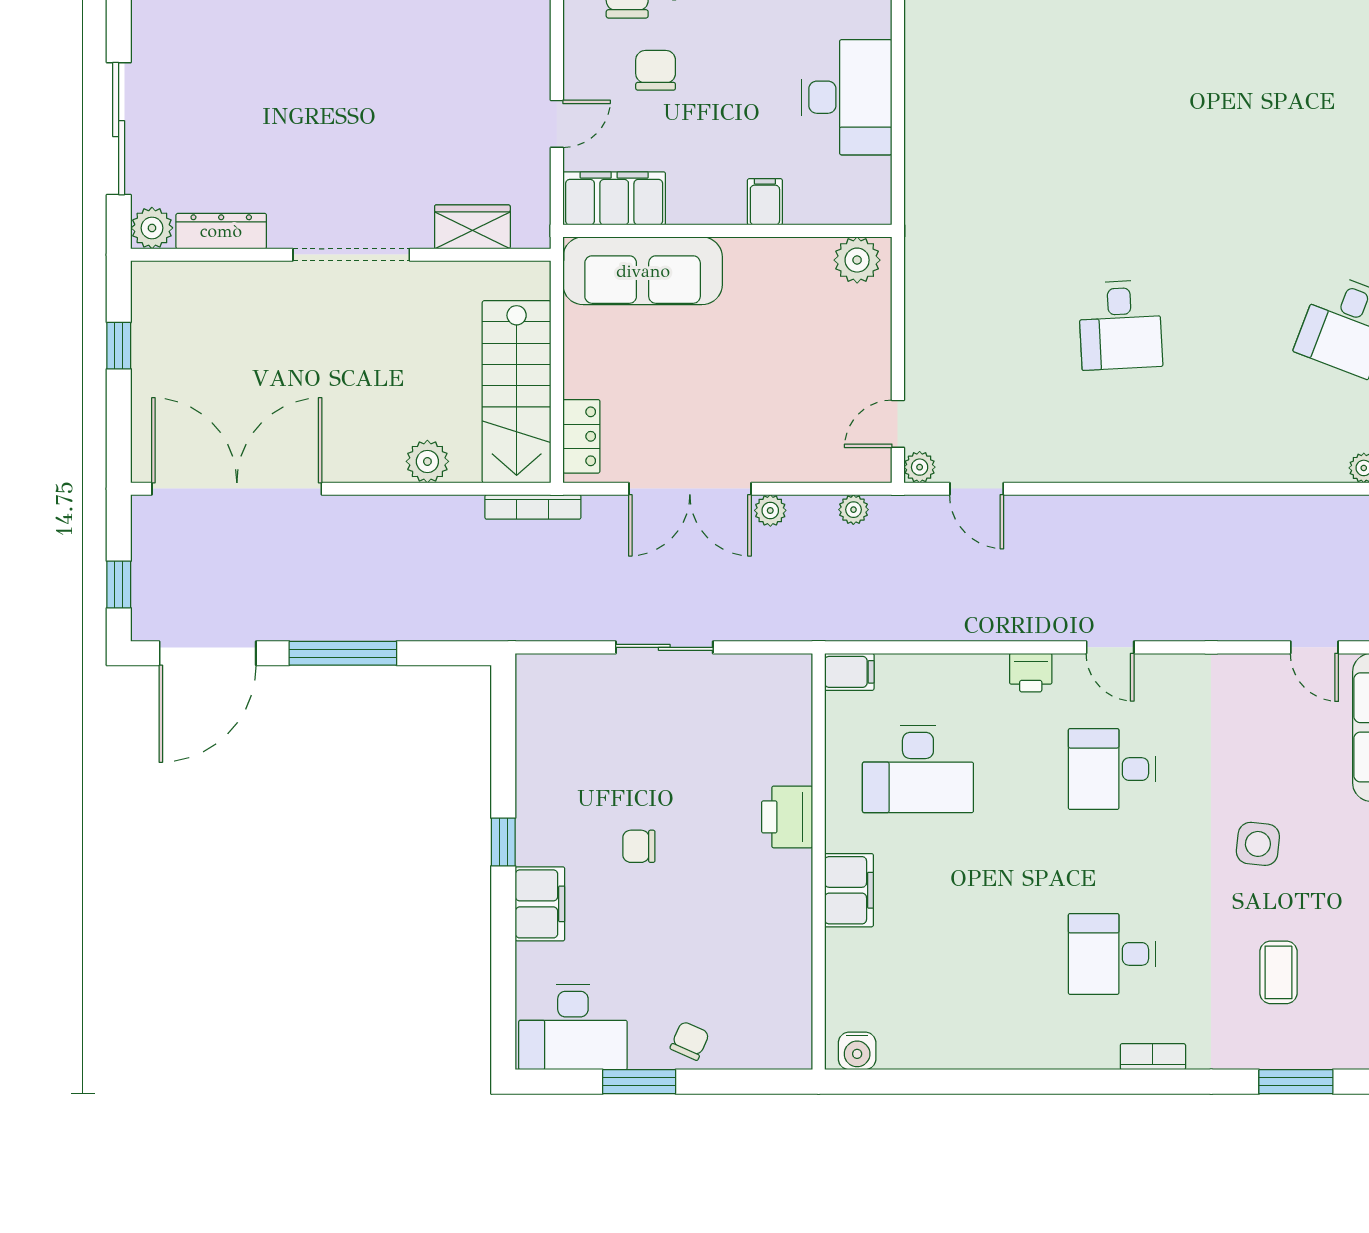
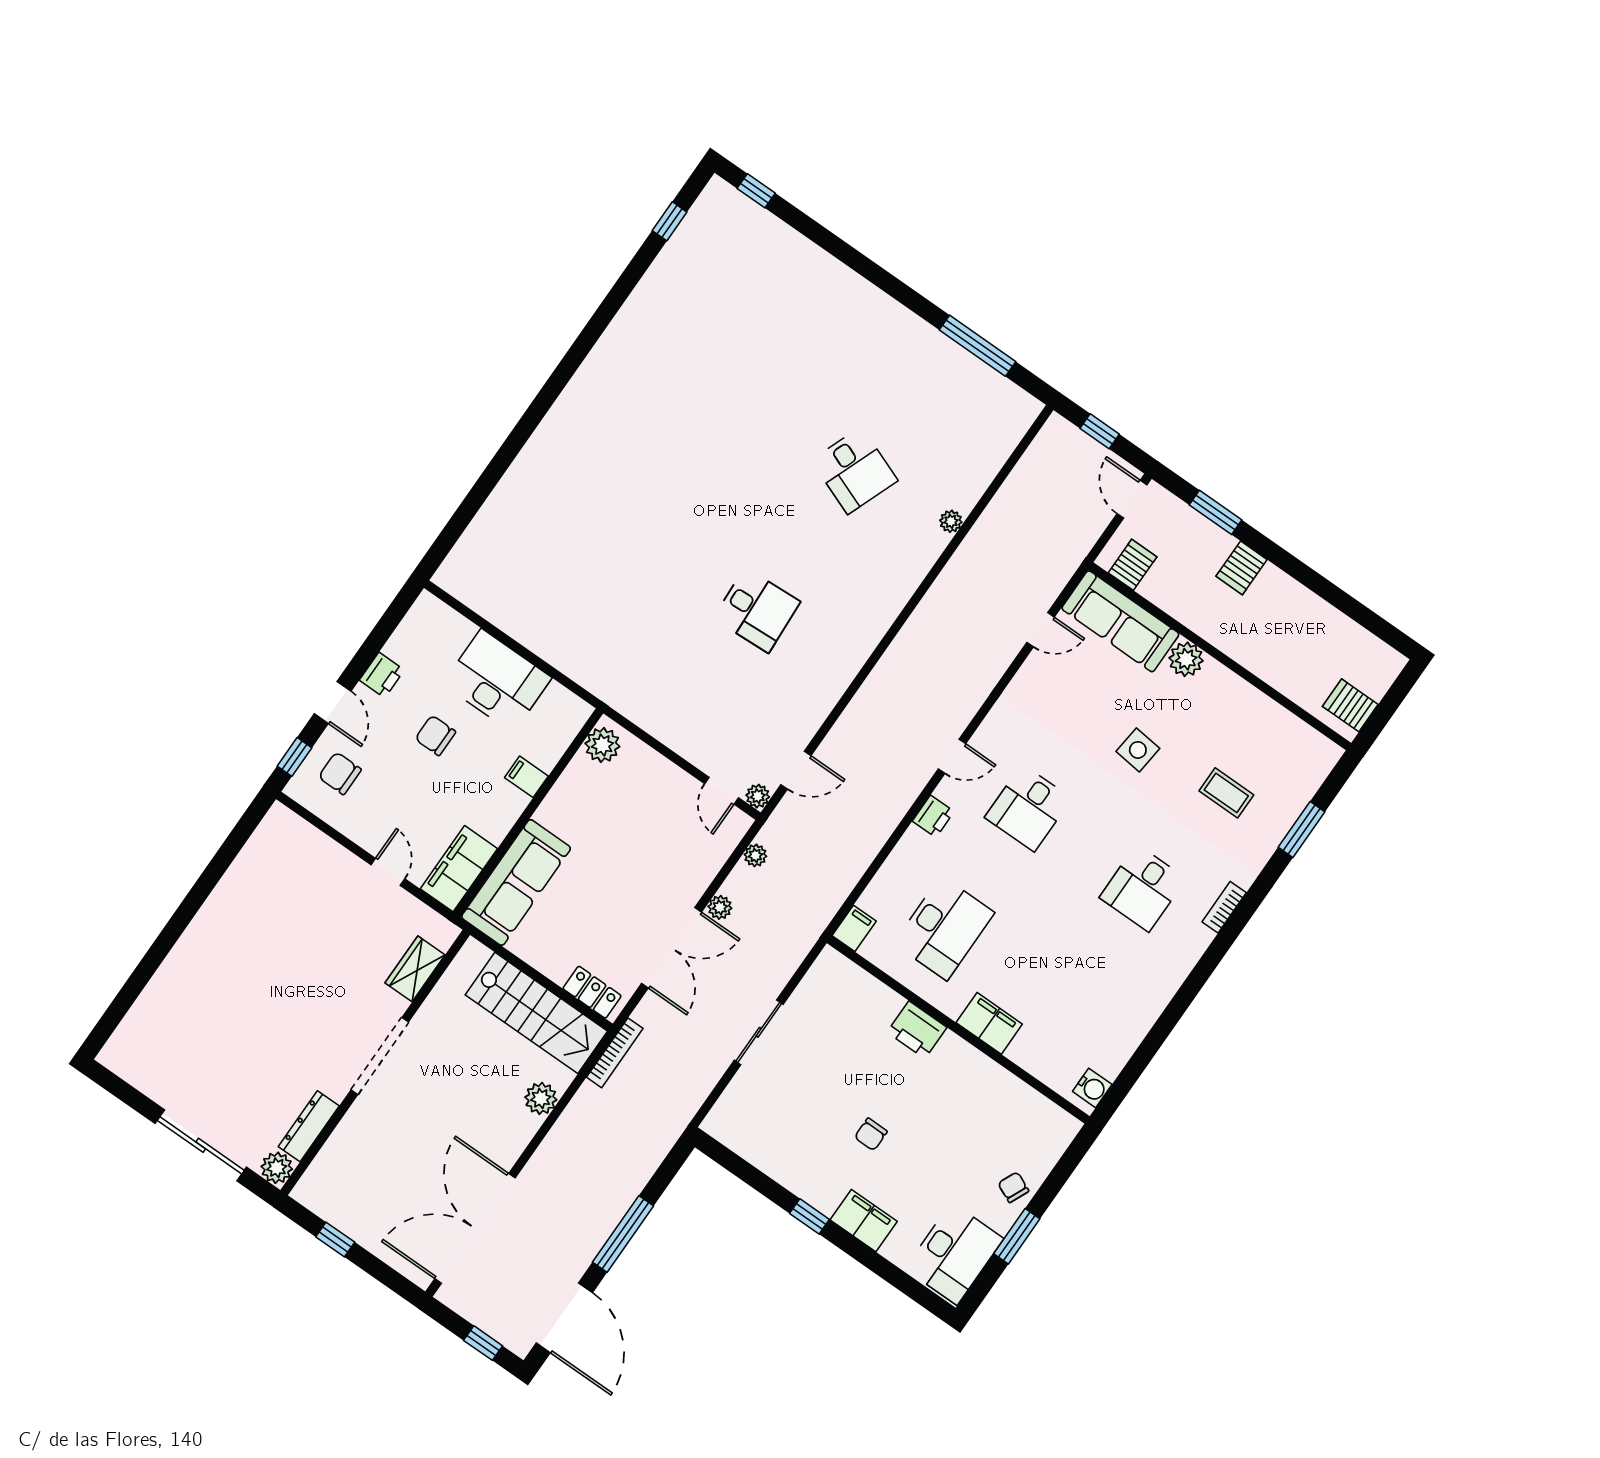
chair: (656, 70) -> (435, 735), moved

